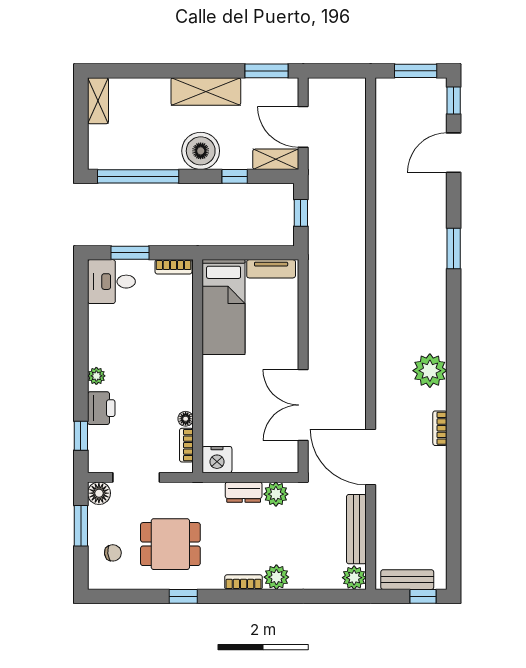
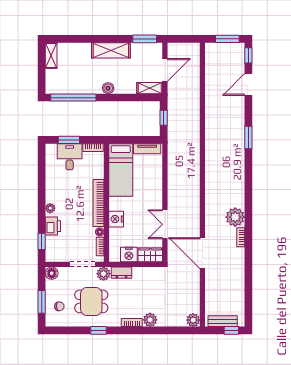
door: (303, 127) -> (165, 70), swing flipped
boiler: (201, 151) -> (108, 88), width x0.54, depth x0.54
window: (235, 176) -> (127, 98), removed
desk: (111, 282) -> (70, 157), moved, turned 90
bookcase: (183, 367) -> (99, 203), added
plant: (430, 371) -> (235, 217), moved
nightstand: (215, 396) -> (116, 219), added
double door: (303, 405) -> (165, 224), width x0.73
nightstand: (217, 460) -> (129, 255), moved
wardrobe: (277, 460) -> (150, 255), added
doorway: (136, 477) -> (83, 264), moved
dresser: (244, 492) -> (121, 273), moved
plant: (276, 494) -> (104, 274), moved
window: (81, 526) -> (42, 302), moved
bench: (356, 529) -> (194, 293), removed

